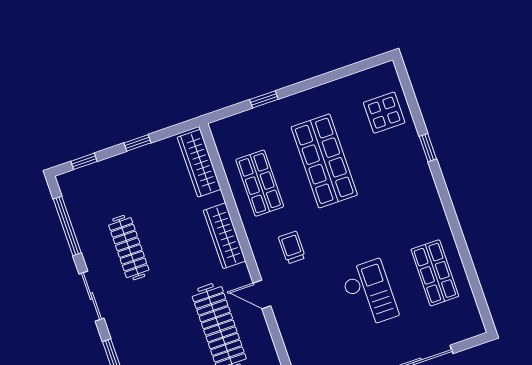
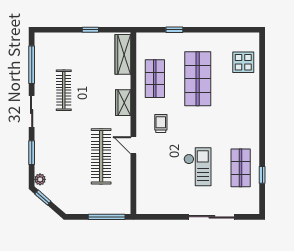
window: (428, 148) -> (262, 175), moved
window: (84, 161) -> (55, 30), removed
wardrobe: (224, 236) -> (123, 103), width x0.67

